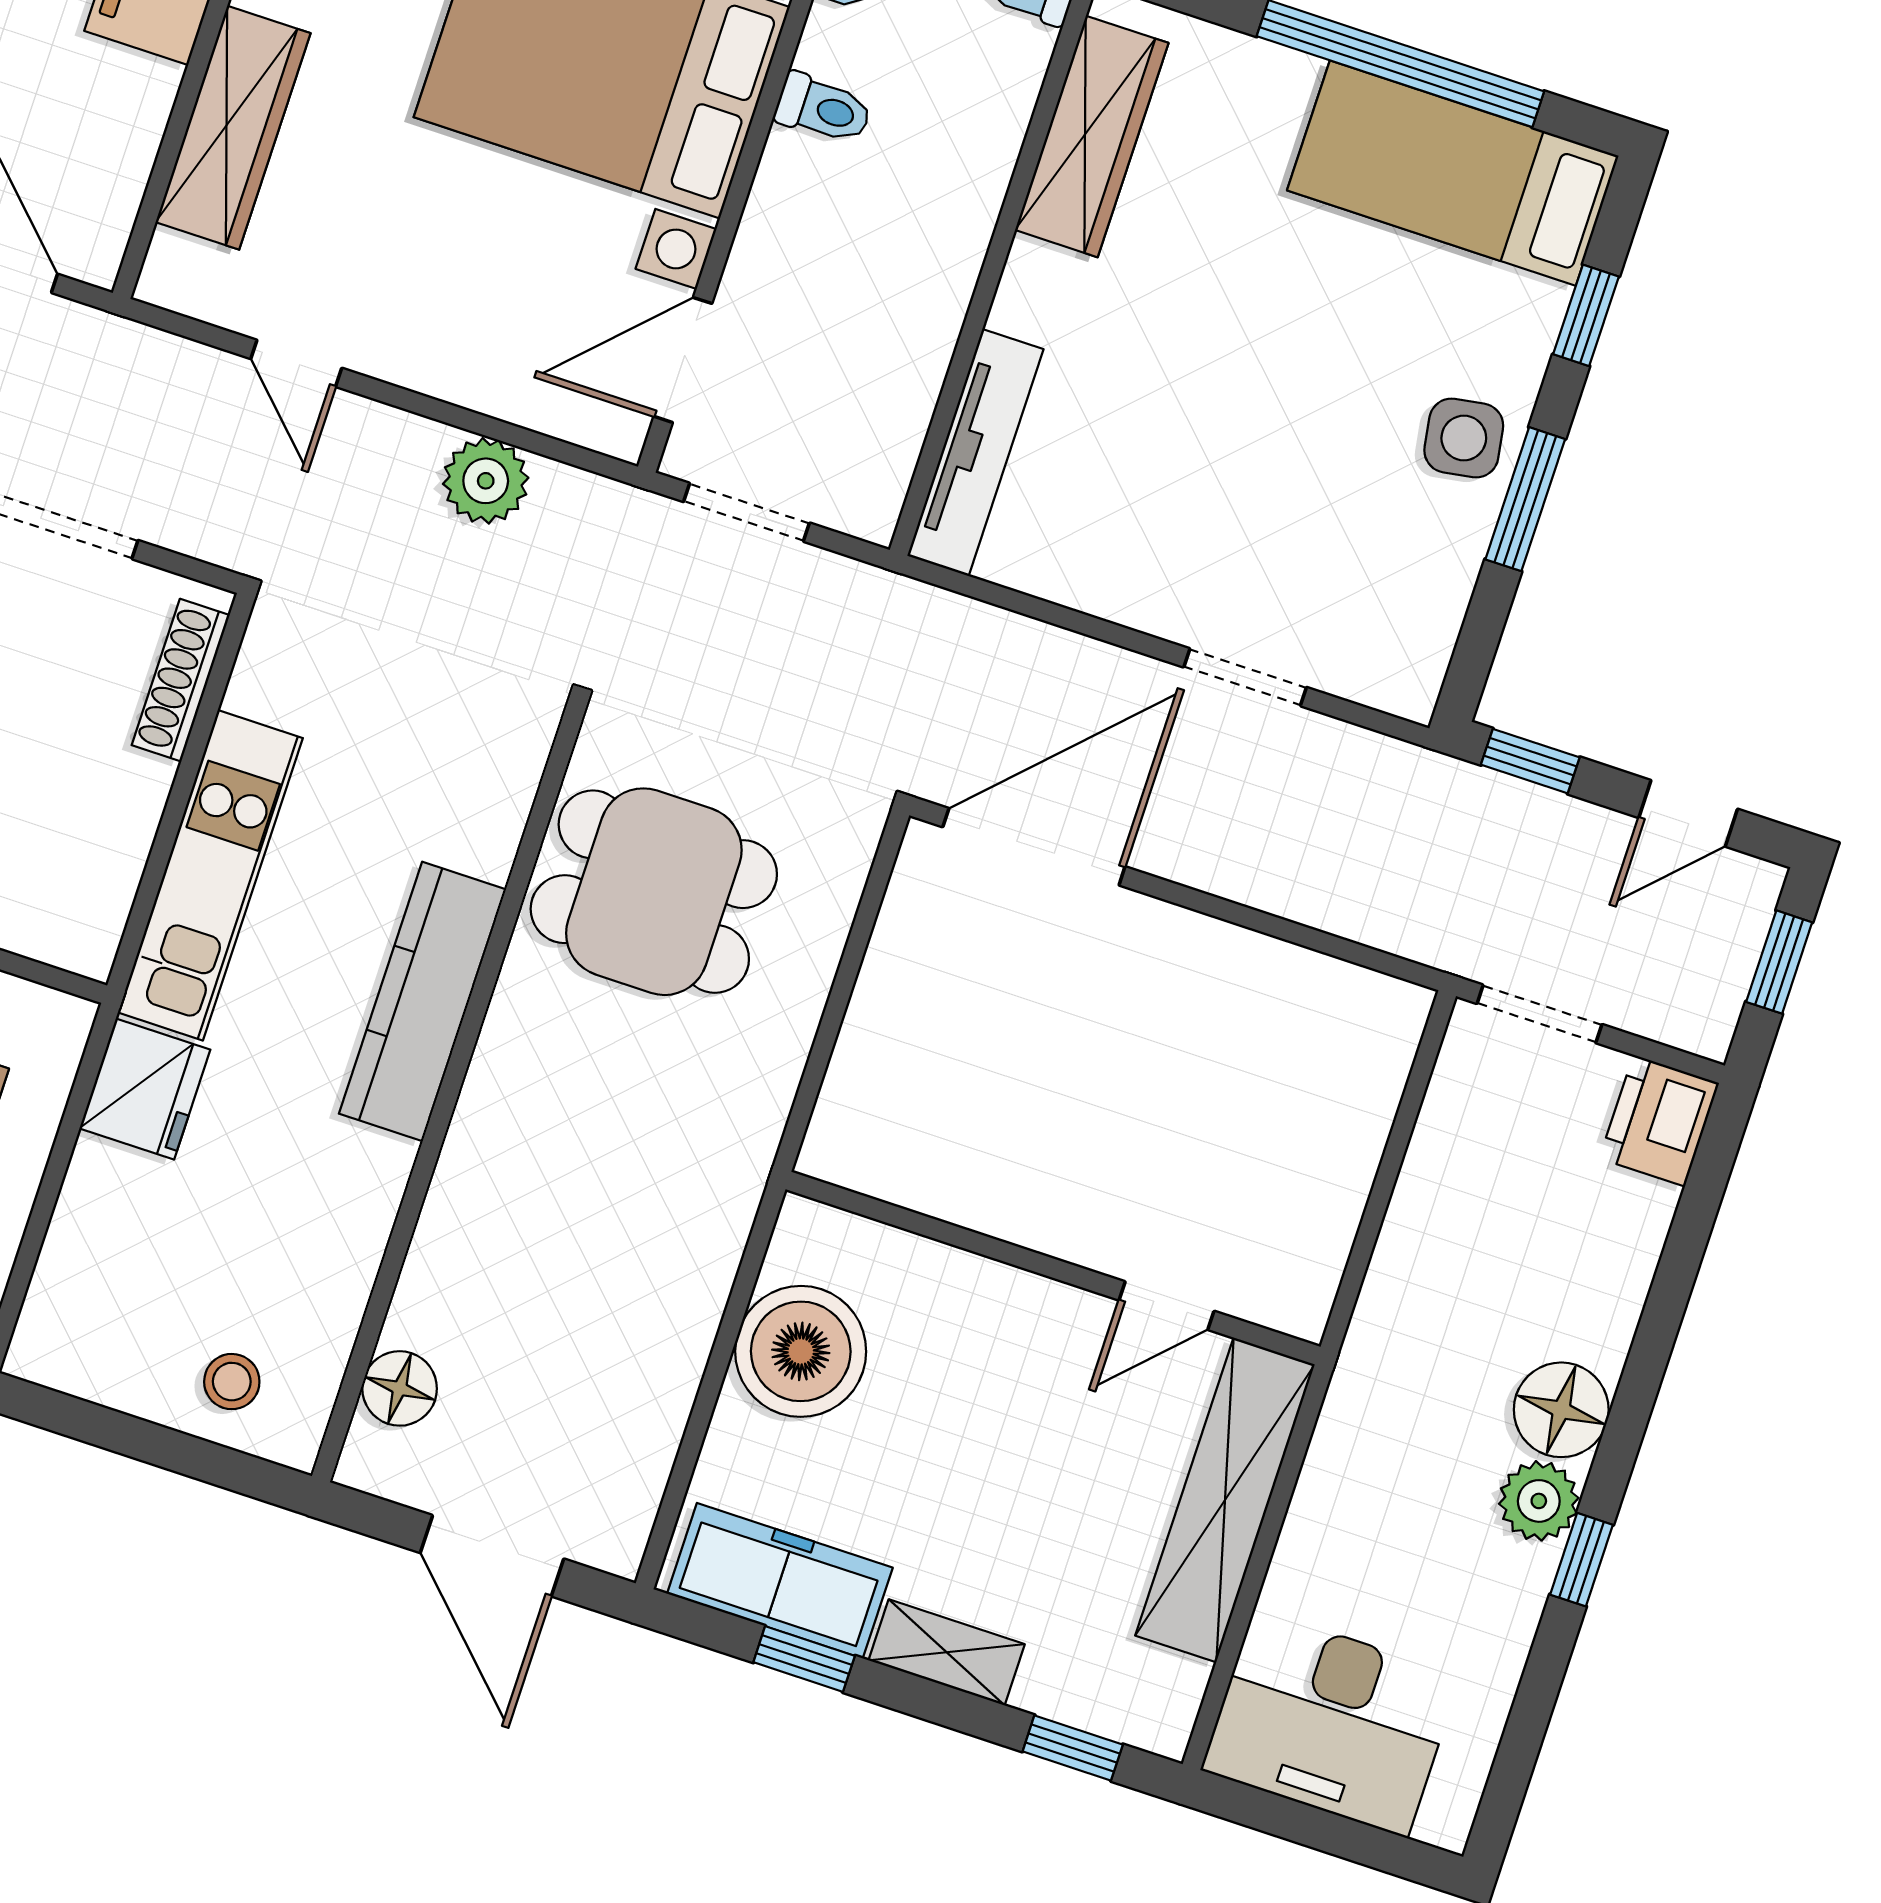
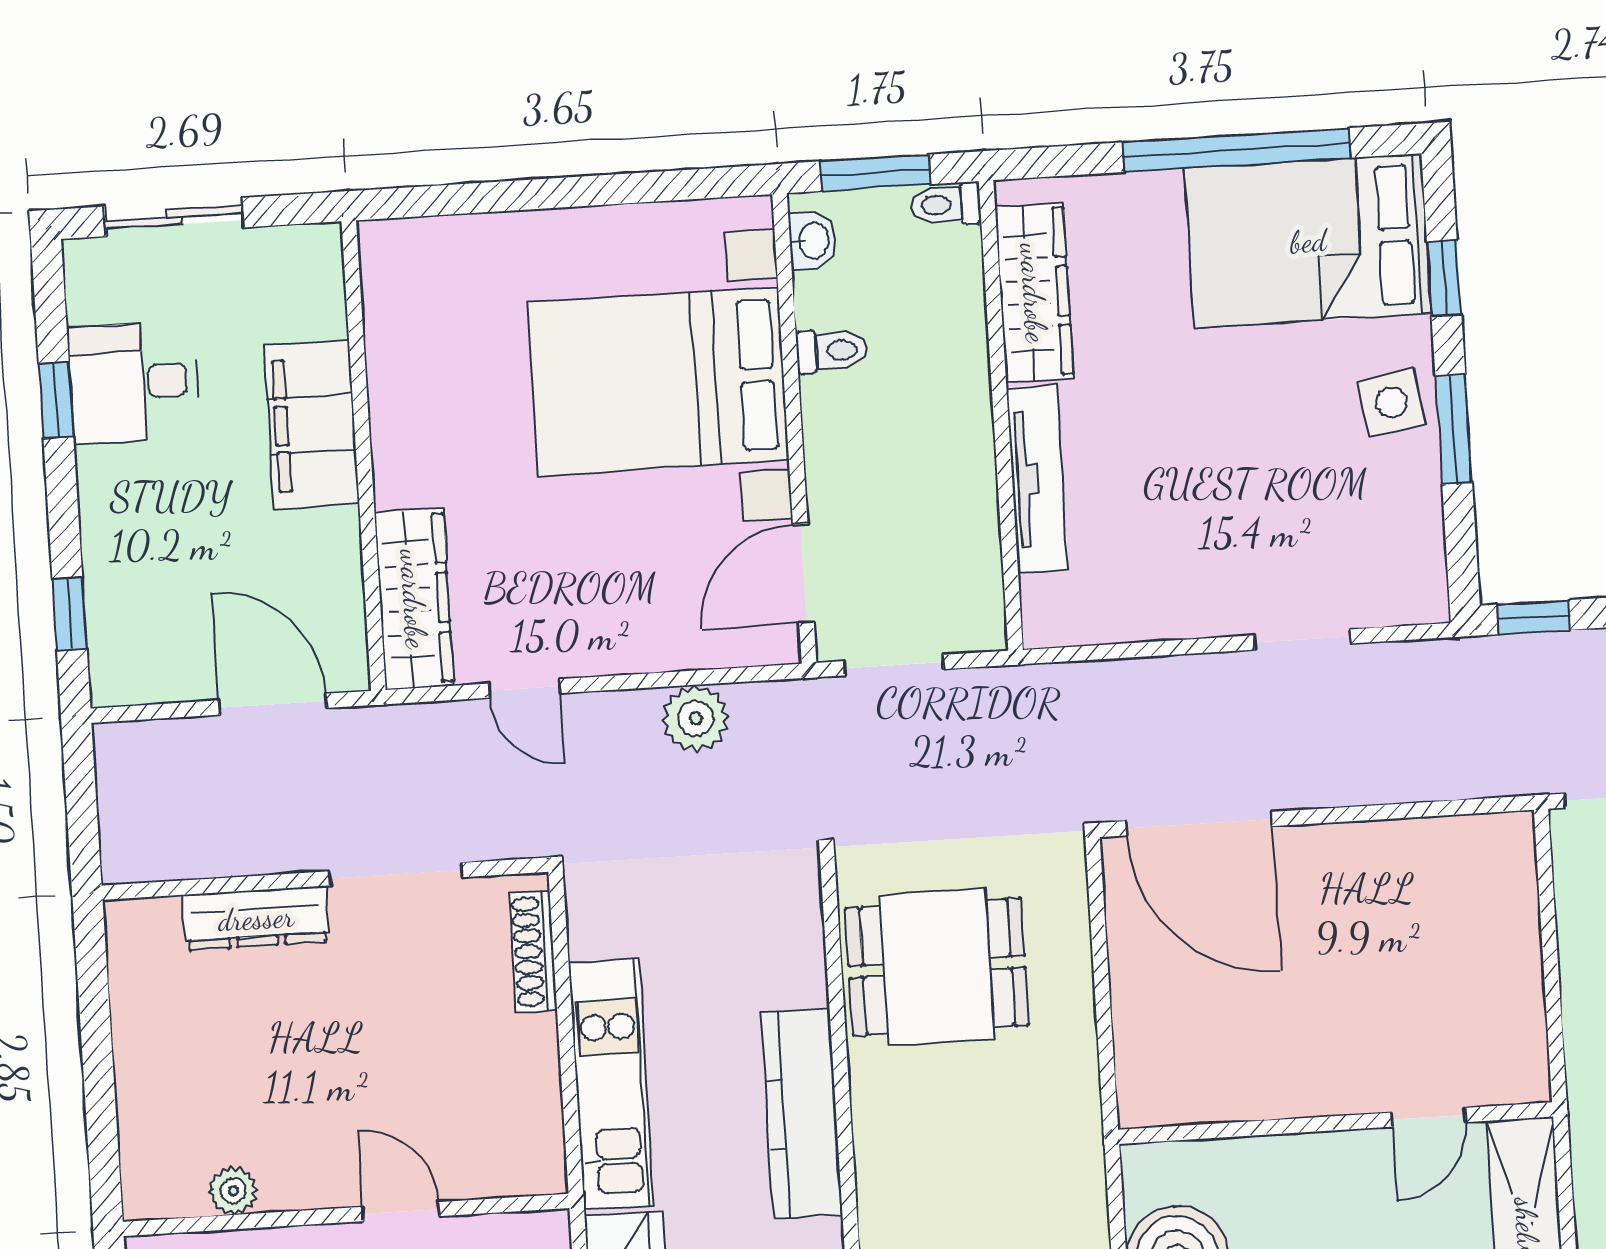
wardrobe: (233, 128) -> (414, 599), moved
bed: (1453, 173) -> (1308, 241), width x1.50
tv unit: (975, 452) -> (1037, 479), moved
door: (1034, 847) -> (1199, 824), swing flipped

